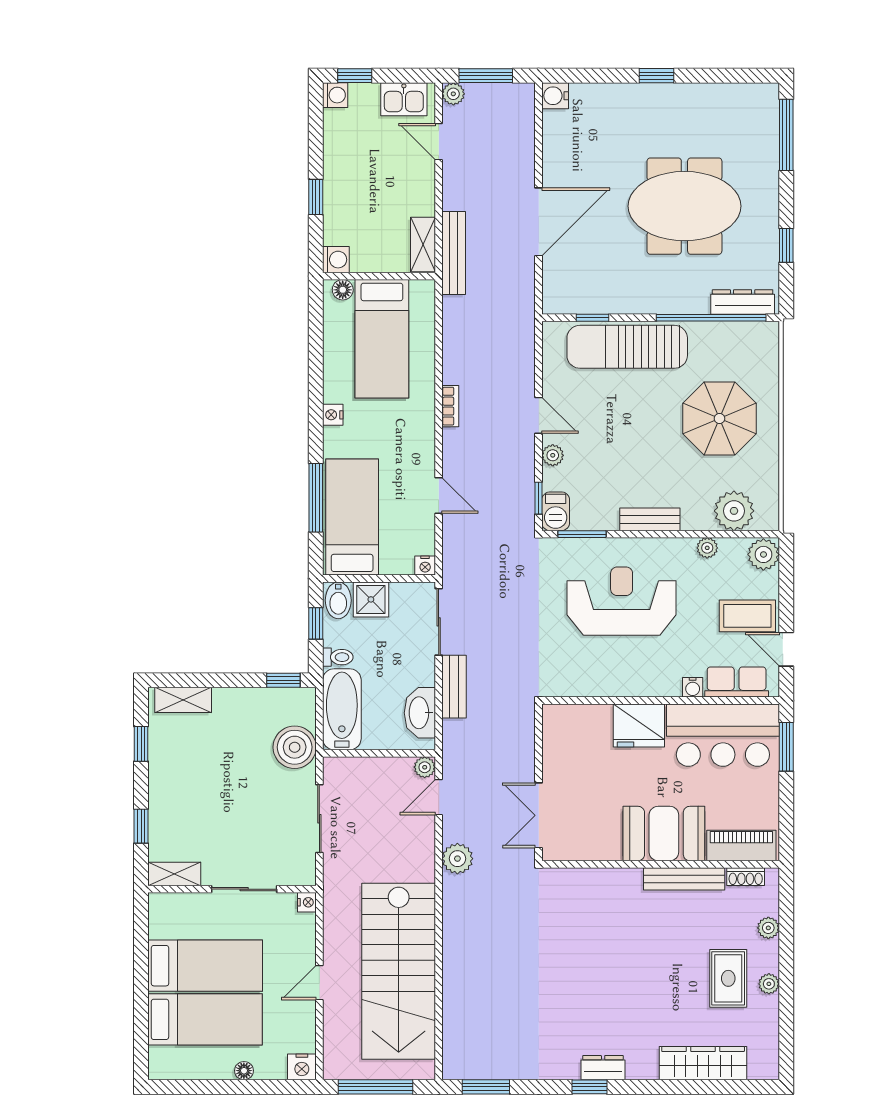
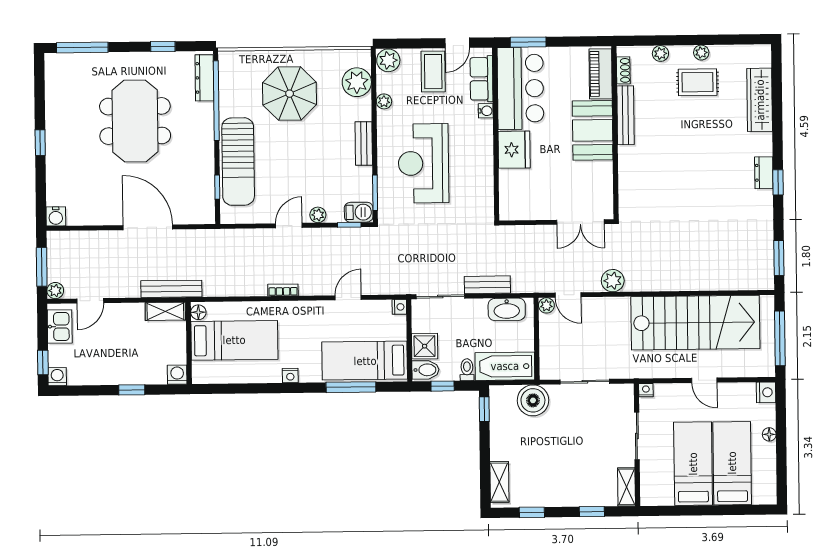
floor lamp: (343, 290) -> (198, 312), moved

